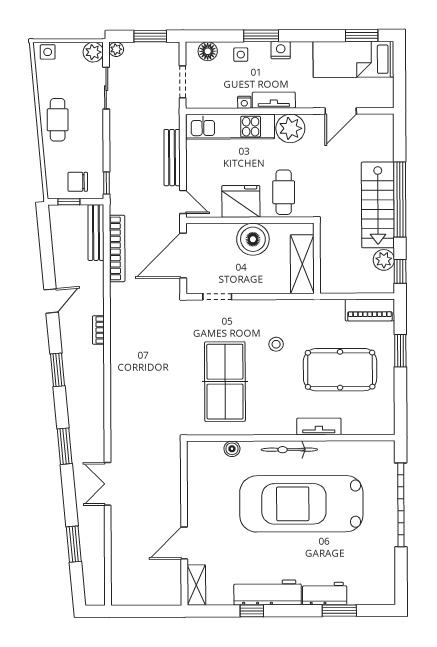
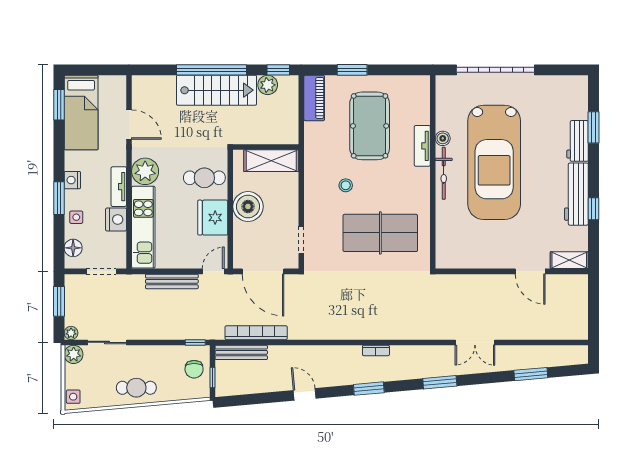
nightstand: (244, 102) -> (116, 219), width x1.89, depth x1.79
bookcase: (98, 330) -> (376, 350), moved
boiler: (232, 449) -> (443, 138), moved

